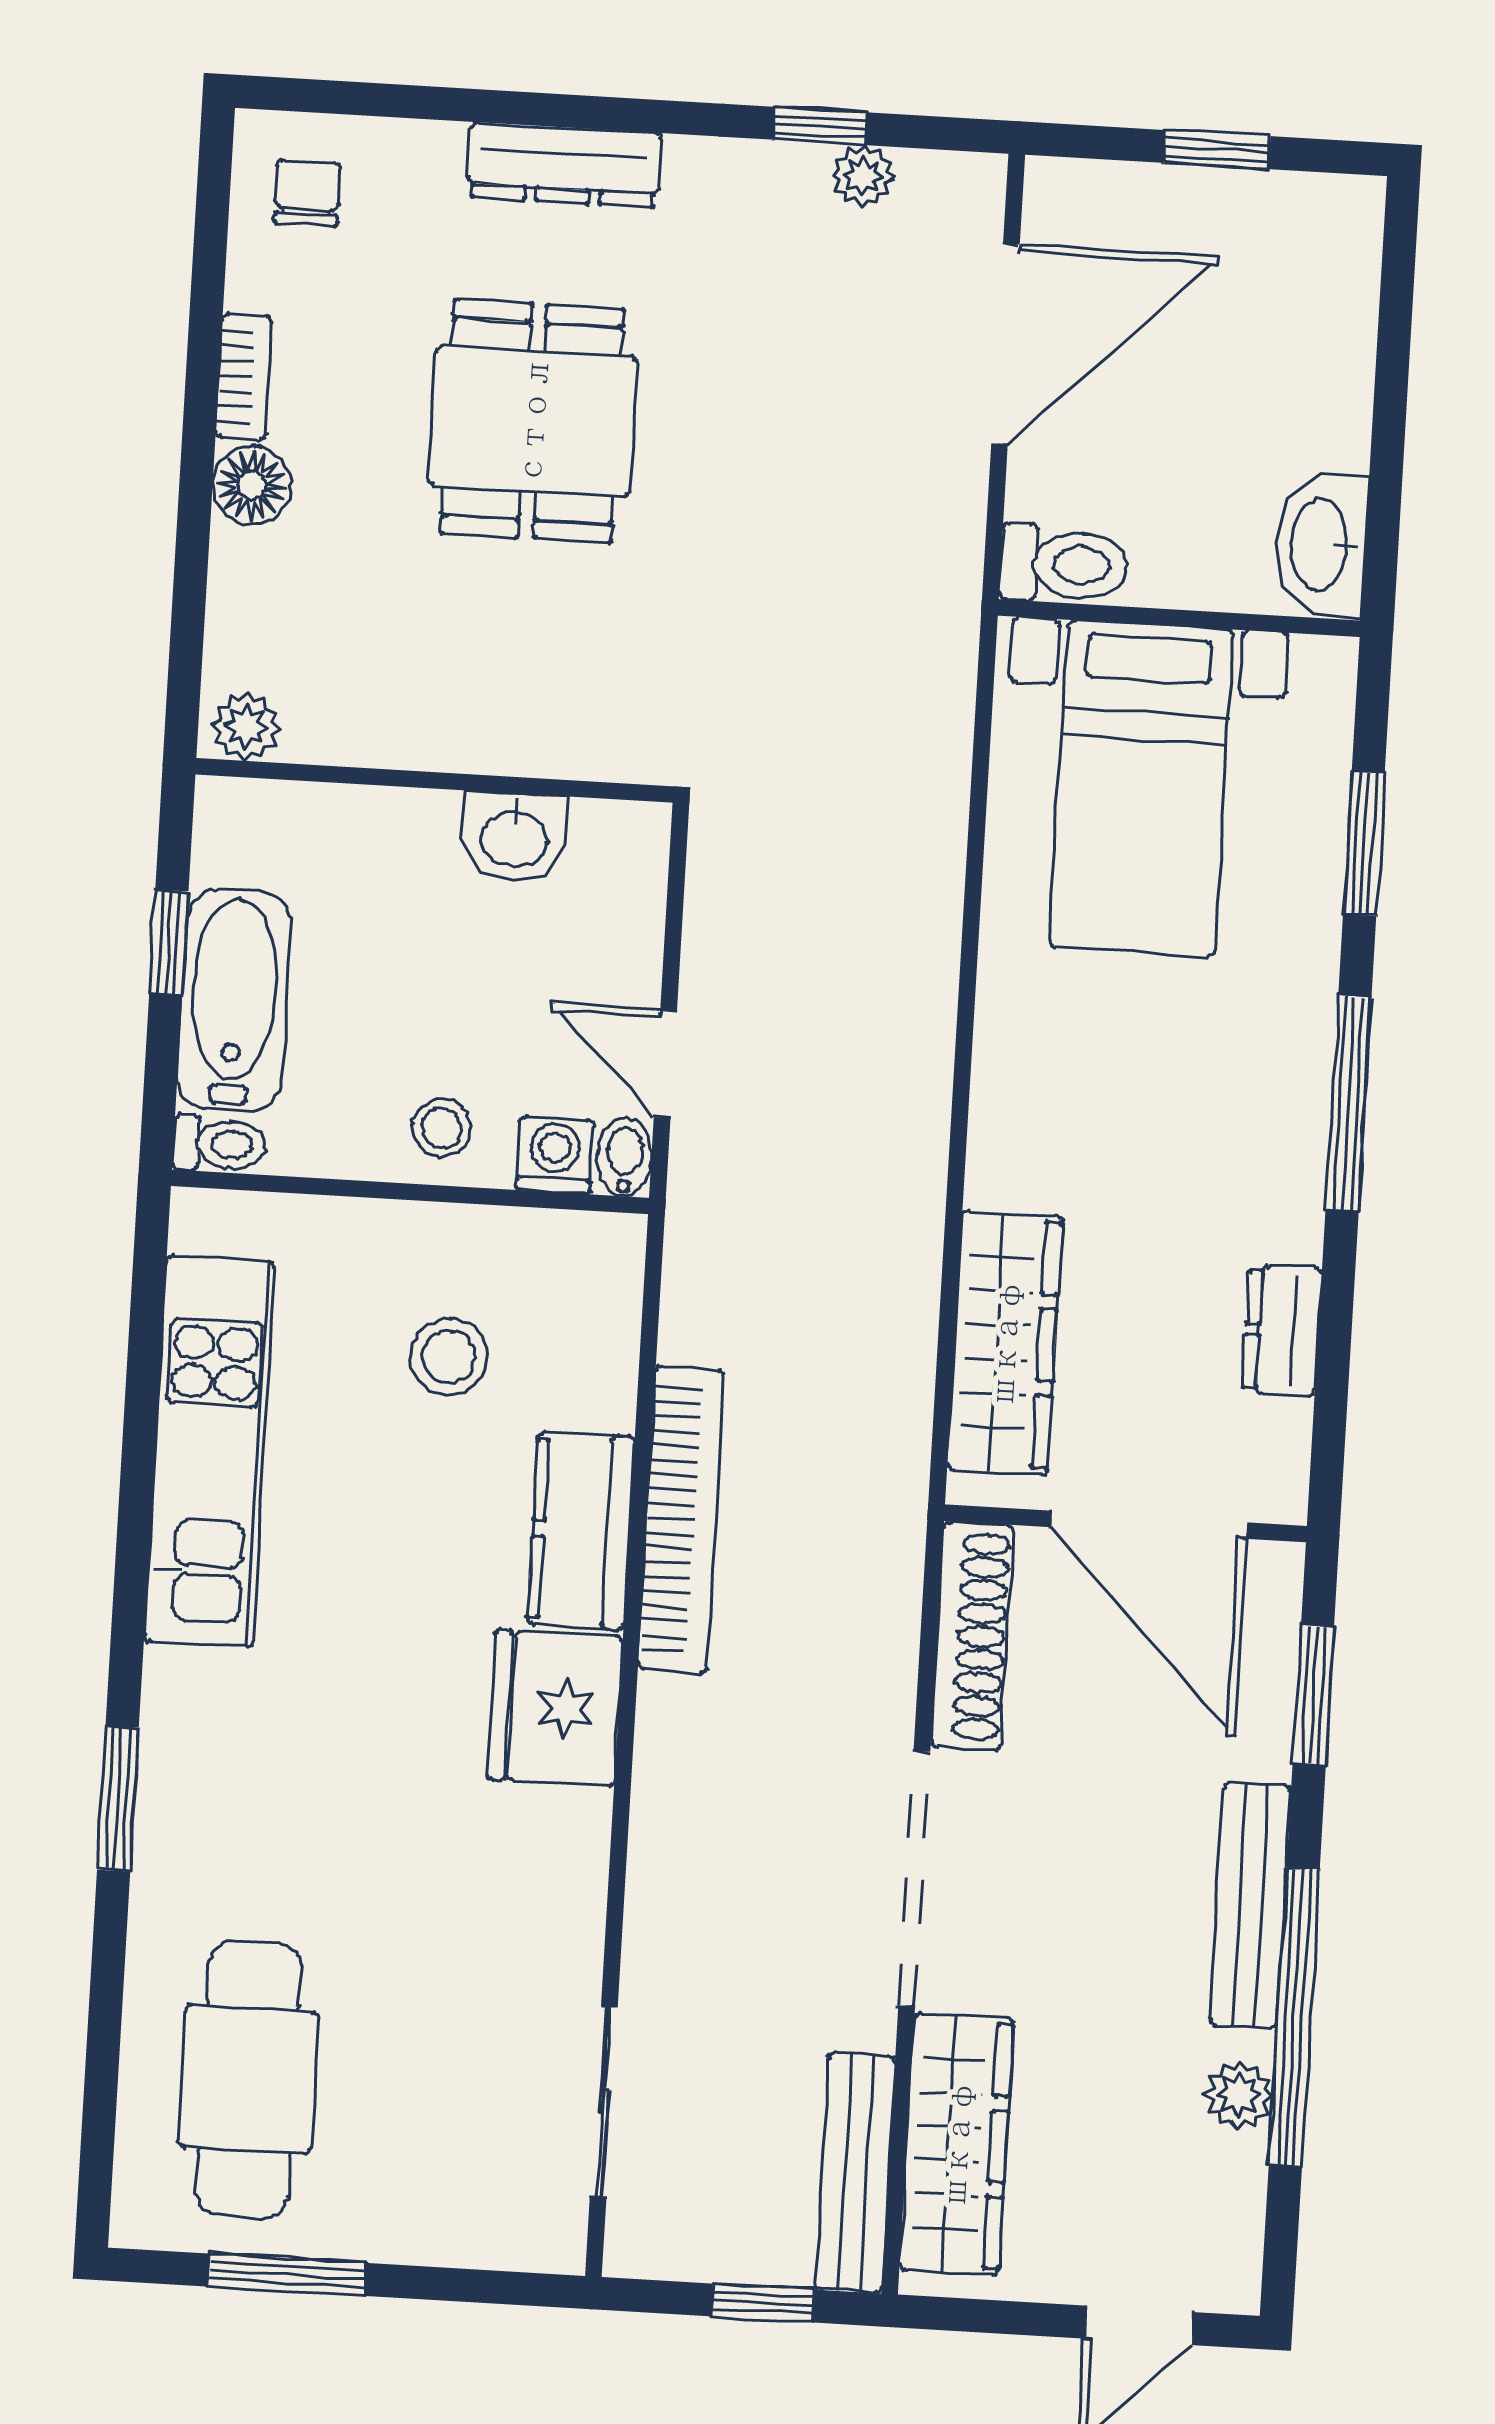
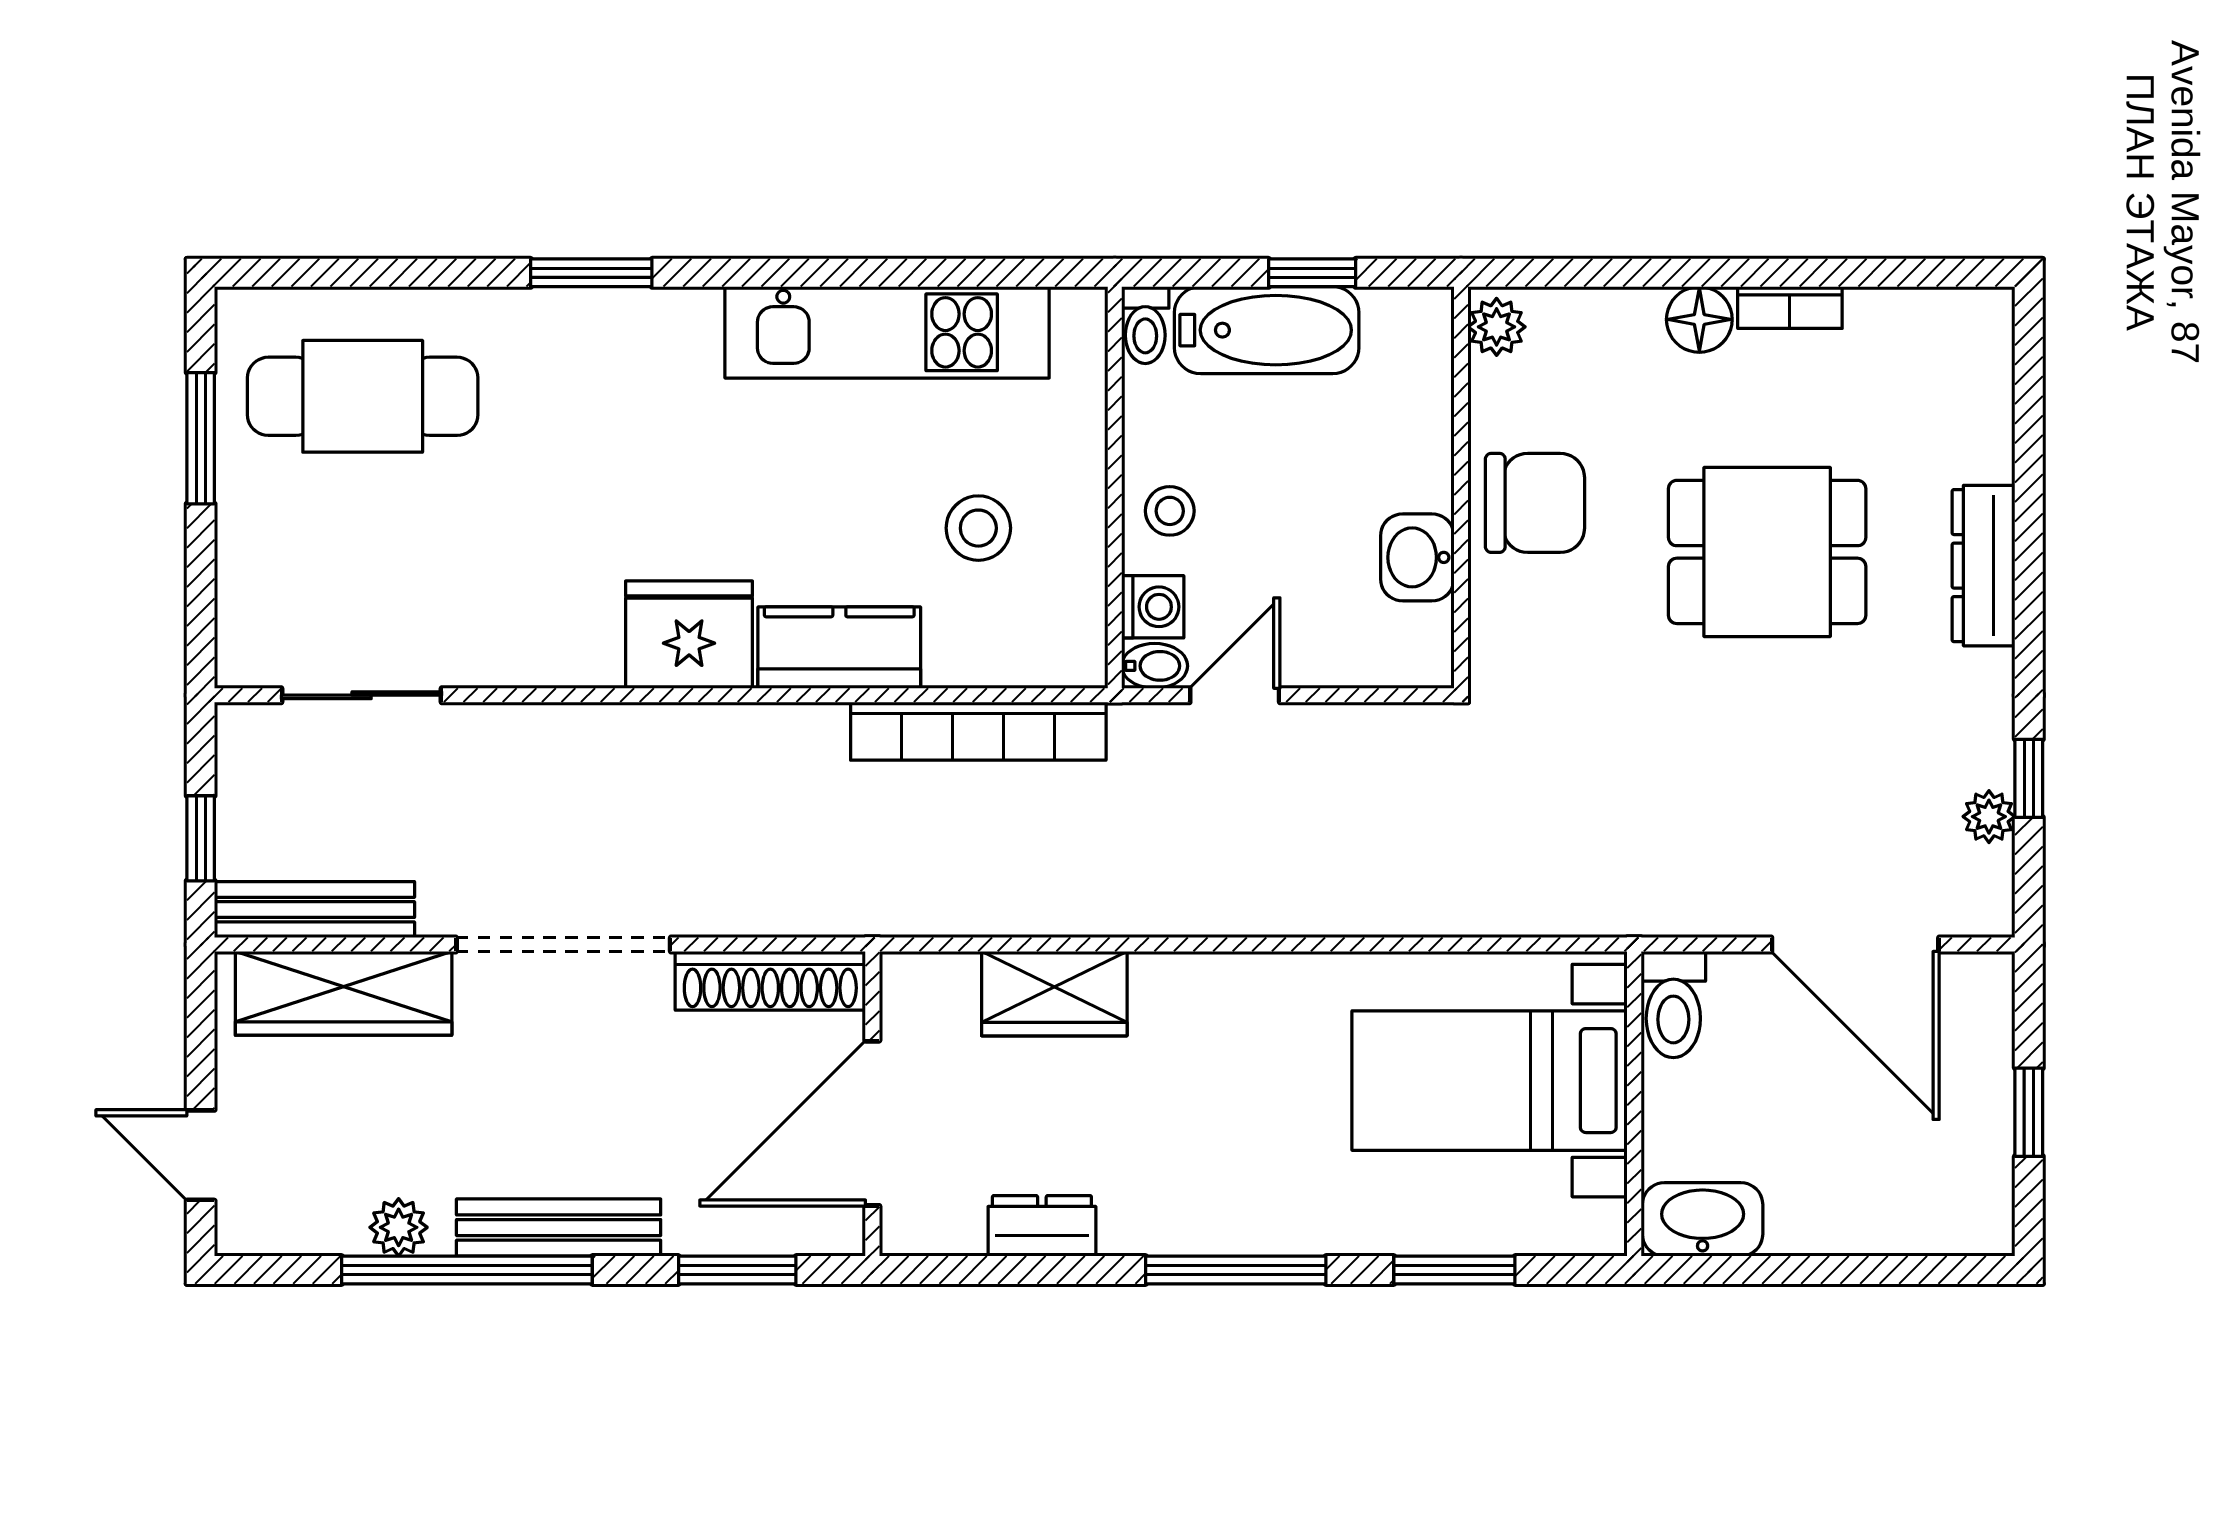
chair: (307, 193) -> (1535, 503), moved, width x1.87, depth x1.87
wardrobe: (1005, 1343) -> (1054, 994), width x0.67
bookcase: (681, 1519) -> (978, 731), moved

